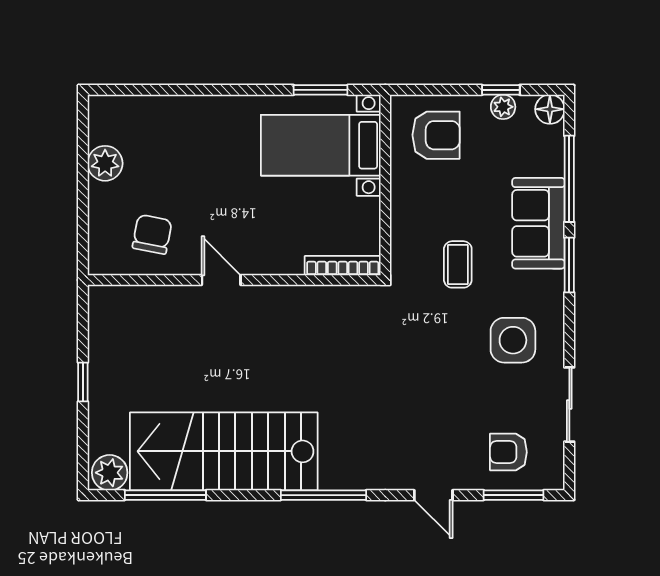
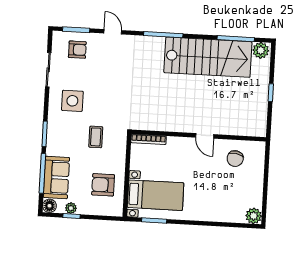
armchair: (436, 135) -> (103, 185), moved
plant: (105, 163) -> (254, 216), moved
sofa: (538, 223) -> (56, 177), moved

